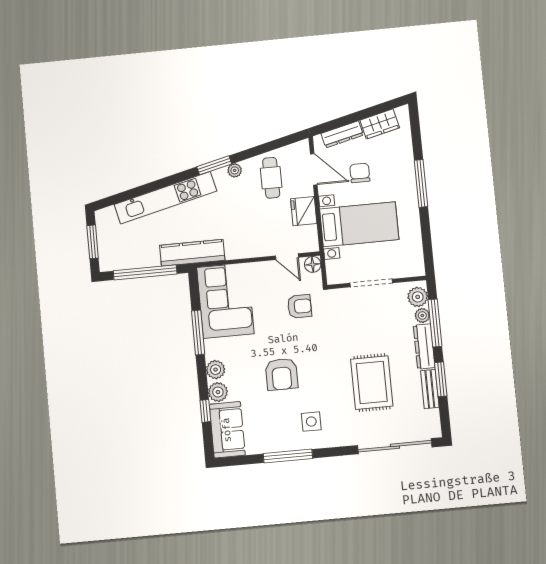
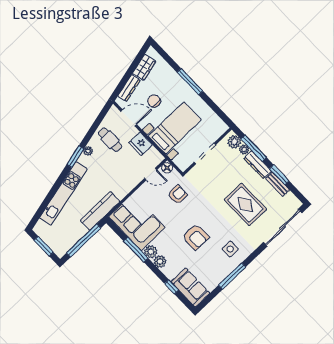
plant: (218, 392) -> (151, 252), moved

